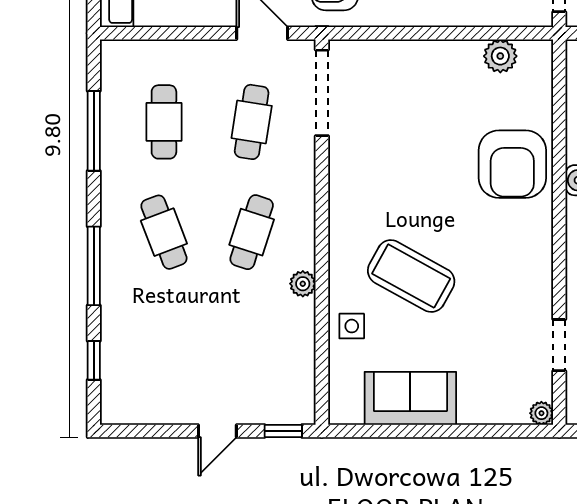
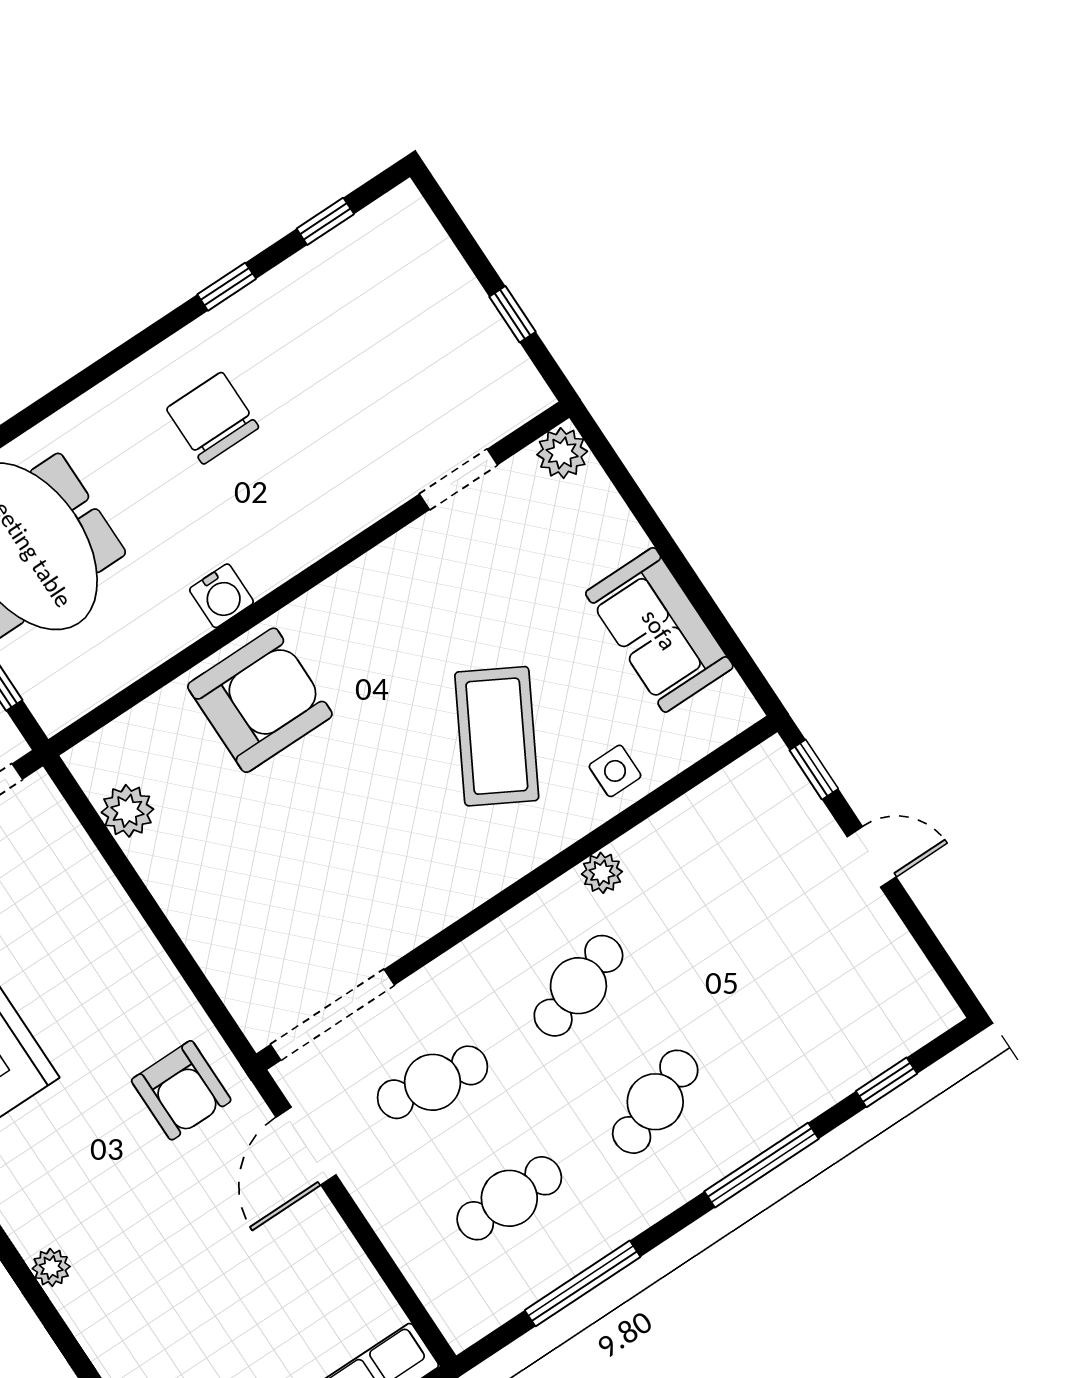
cafe table: (252, 232) -> (578, 986), turned -36
plant: (541, 413) -> (562, 453), width x1.38, depth x1.38

